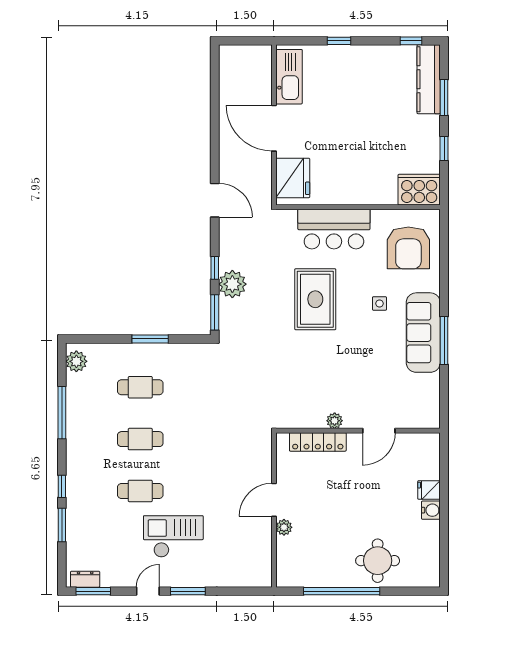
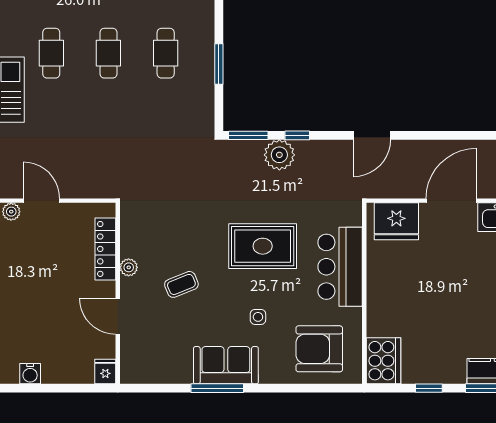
sofa: (423, 333) -> (226, 365), width x0.73
coffee table: (350, 373) -> (181, 284), added
fridge: (429, 490) -> (105, 372), moved

